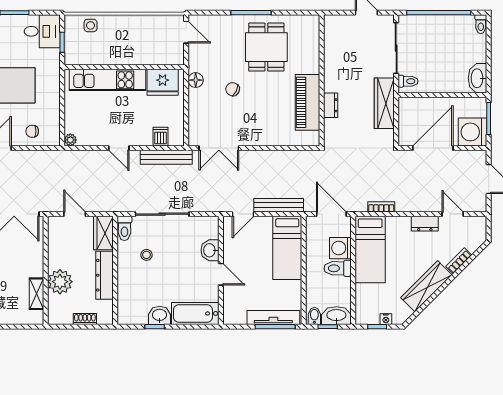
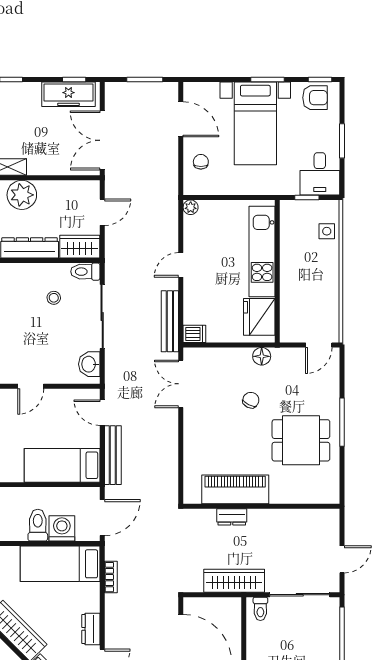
dishwasher: (160, 137) -> (194, 334), moved
washbasin: (210, 250) -> (89, 364), moved, turned -90

